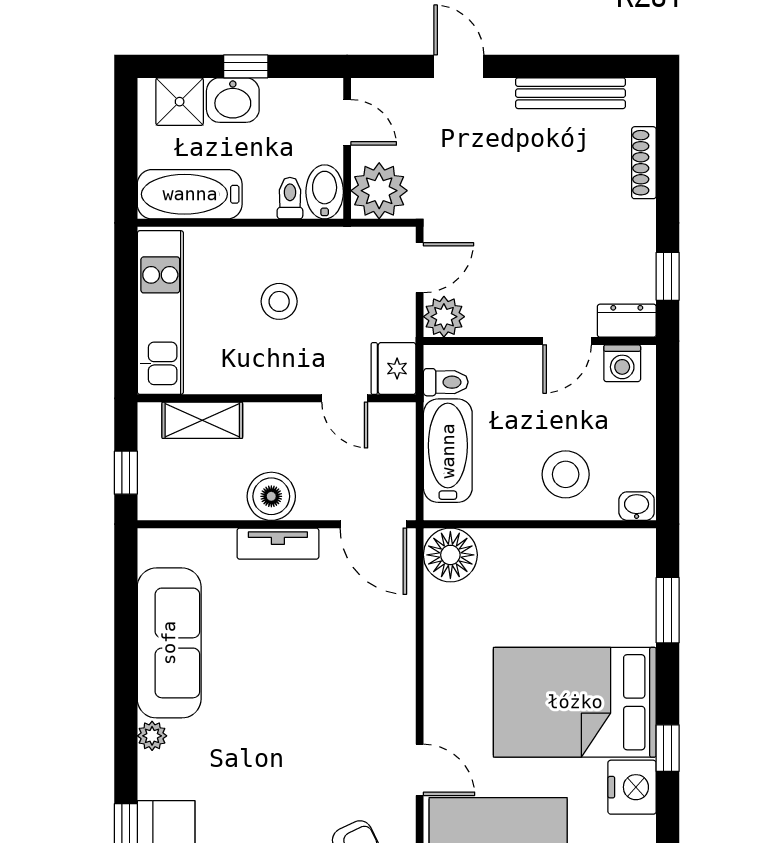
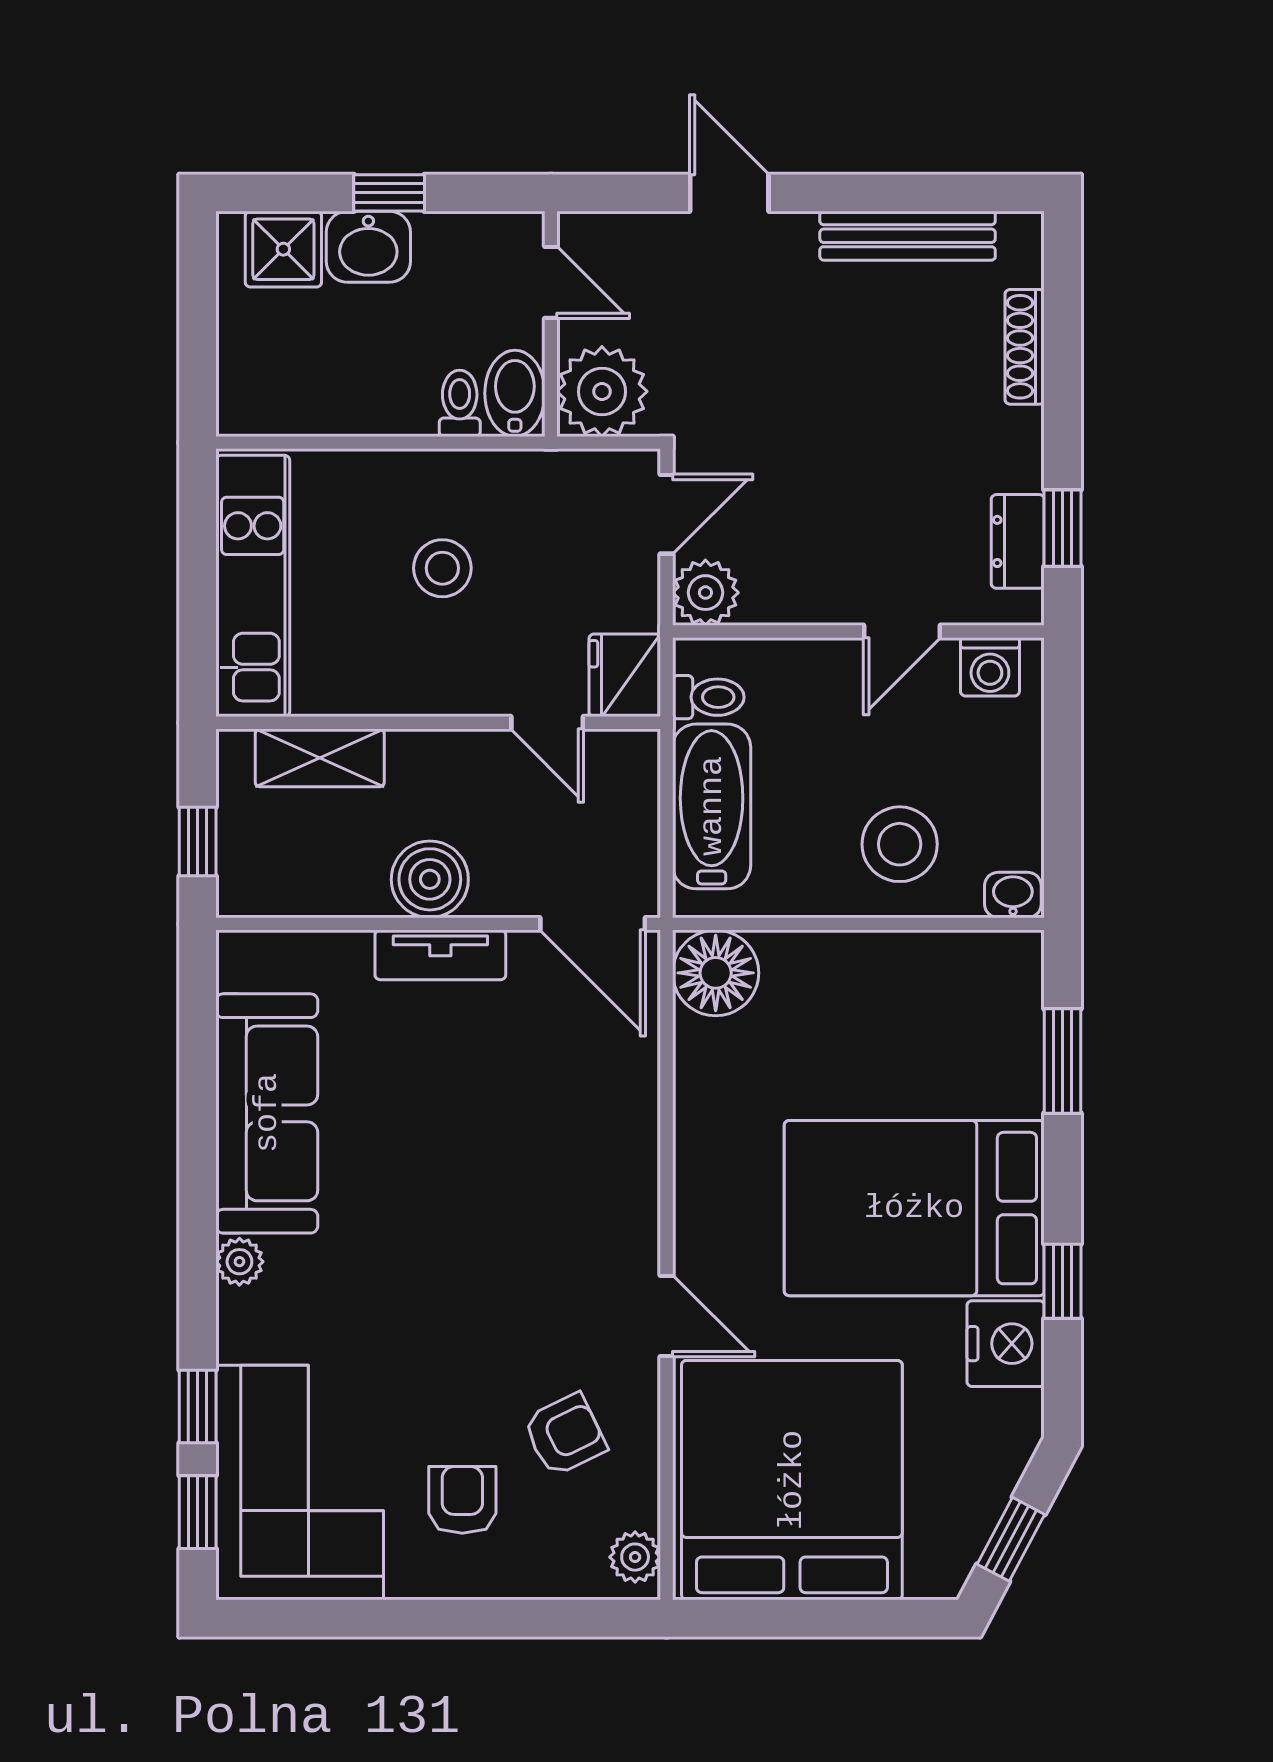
bathtub: (190, 194) -> (300, 397), removed
dresser: (627, 321) -> (1018, 541), moved, turned -90

